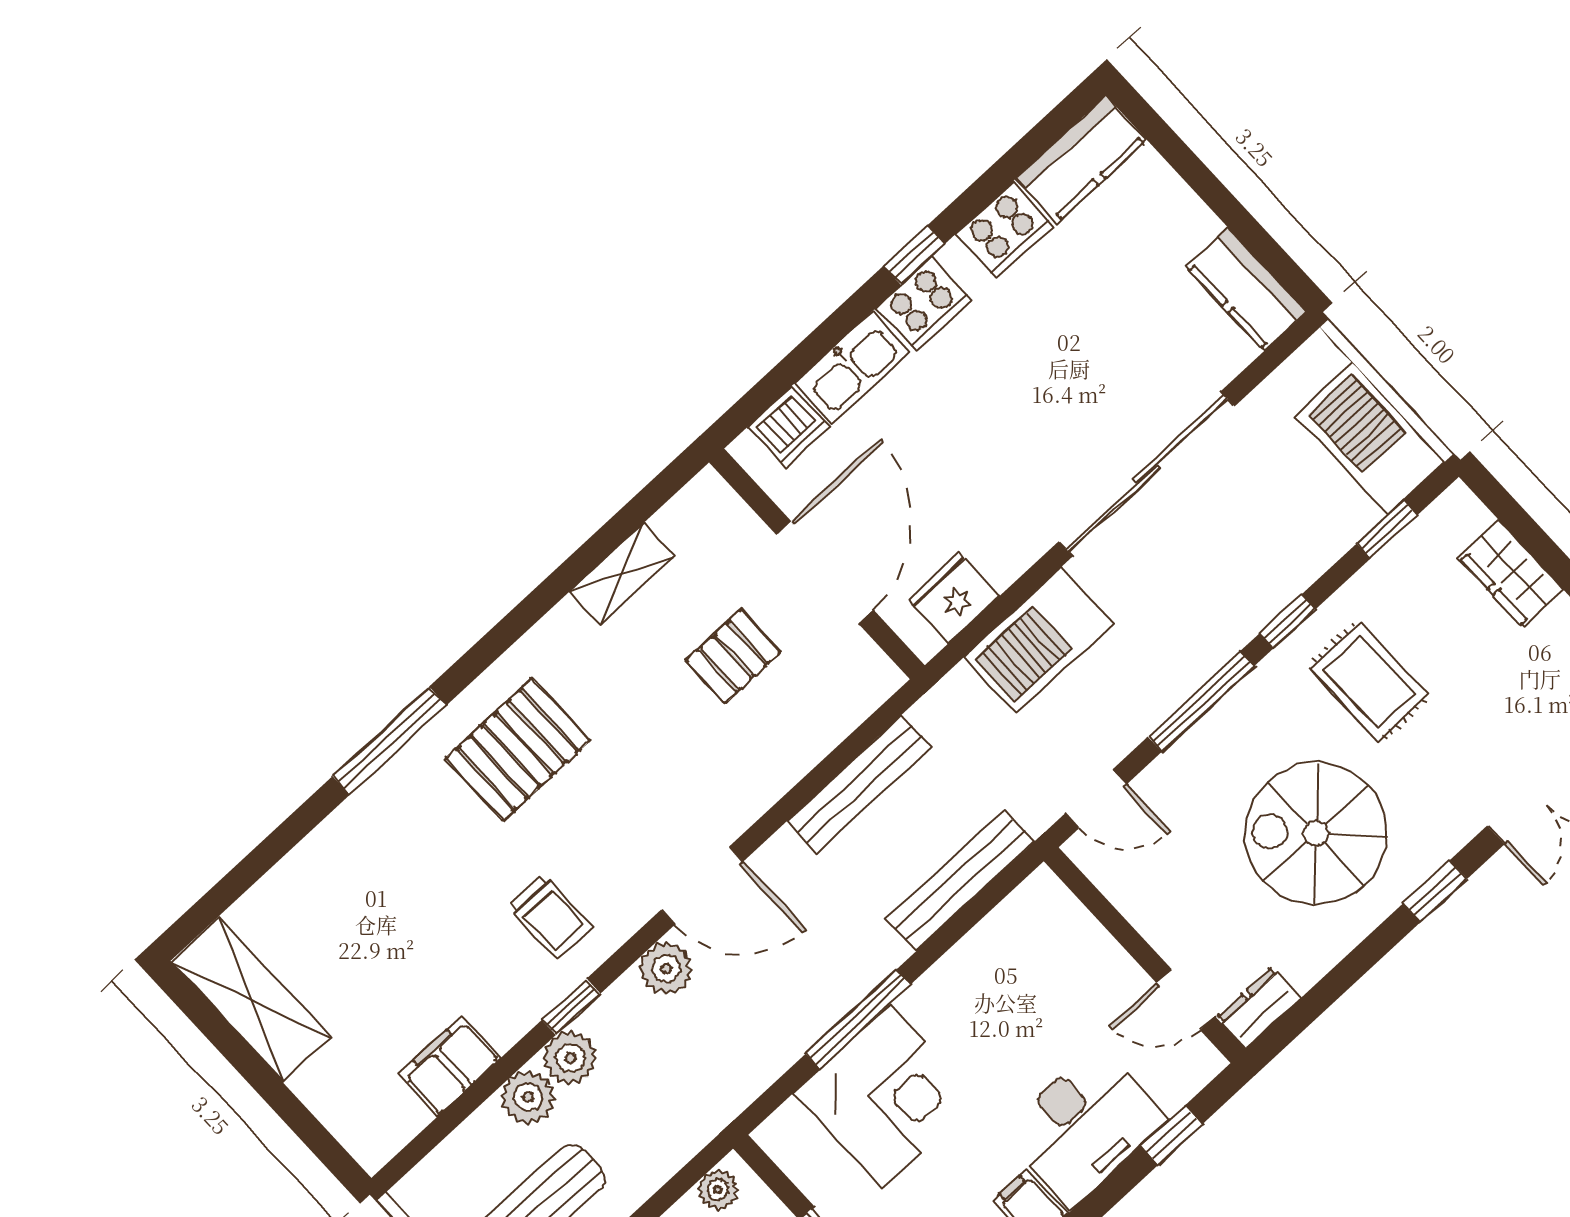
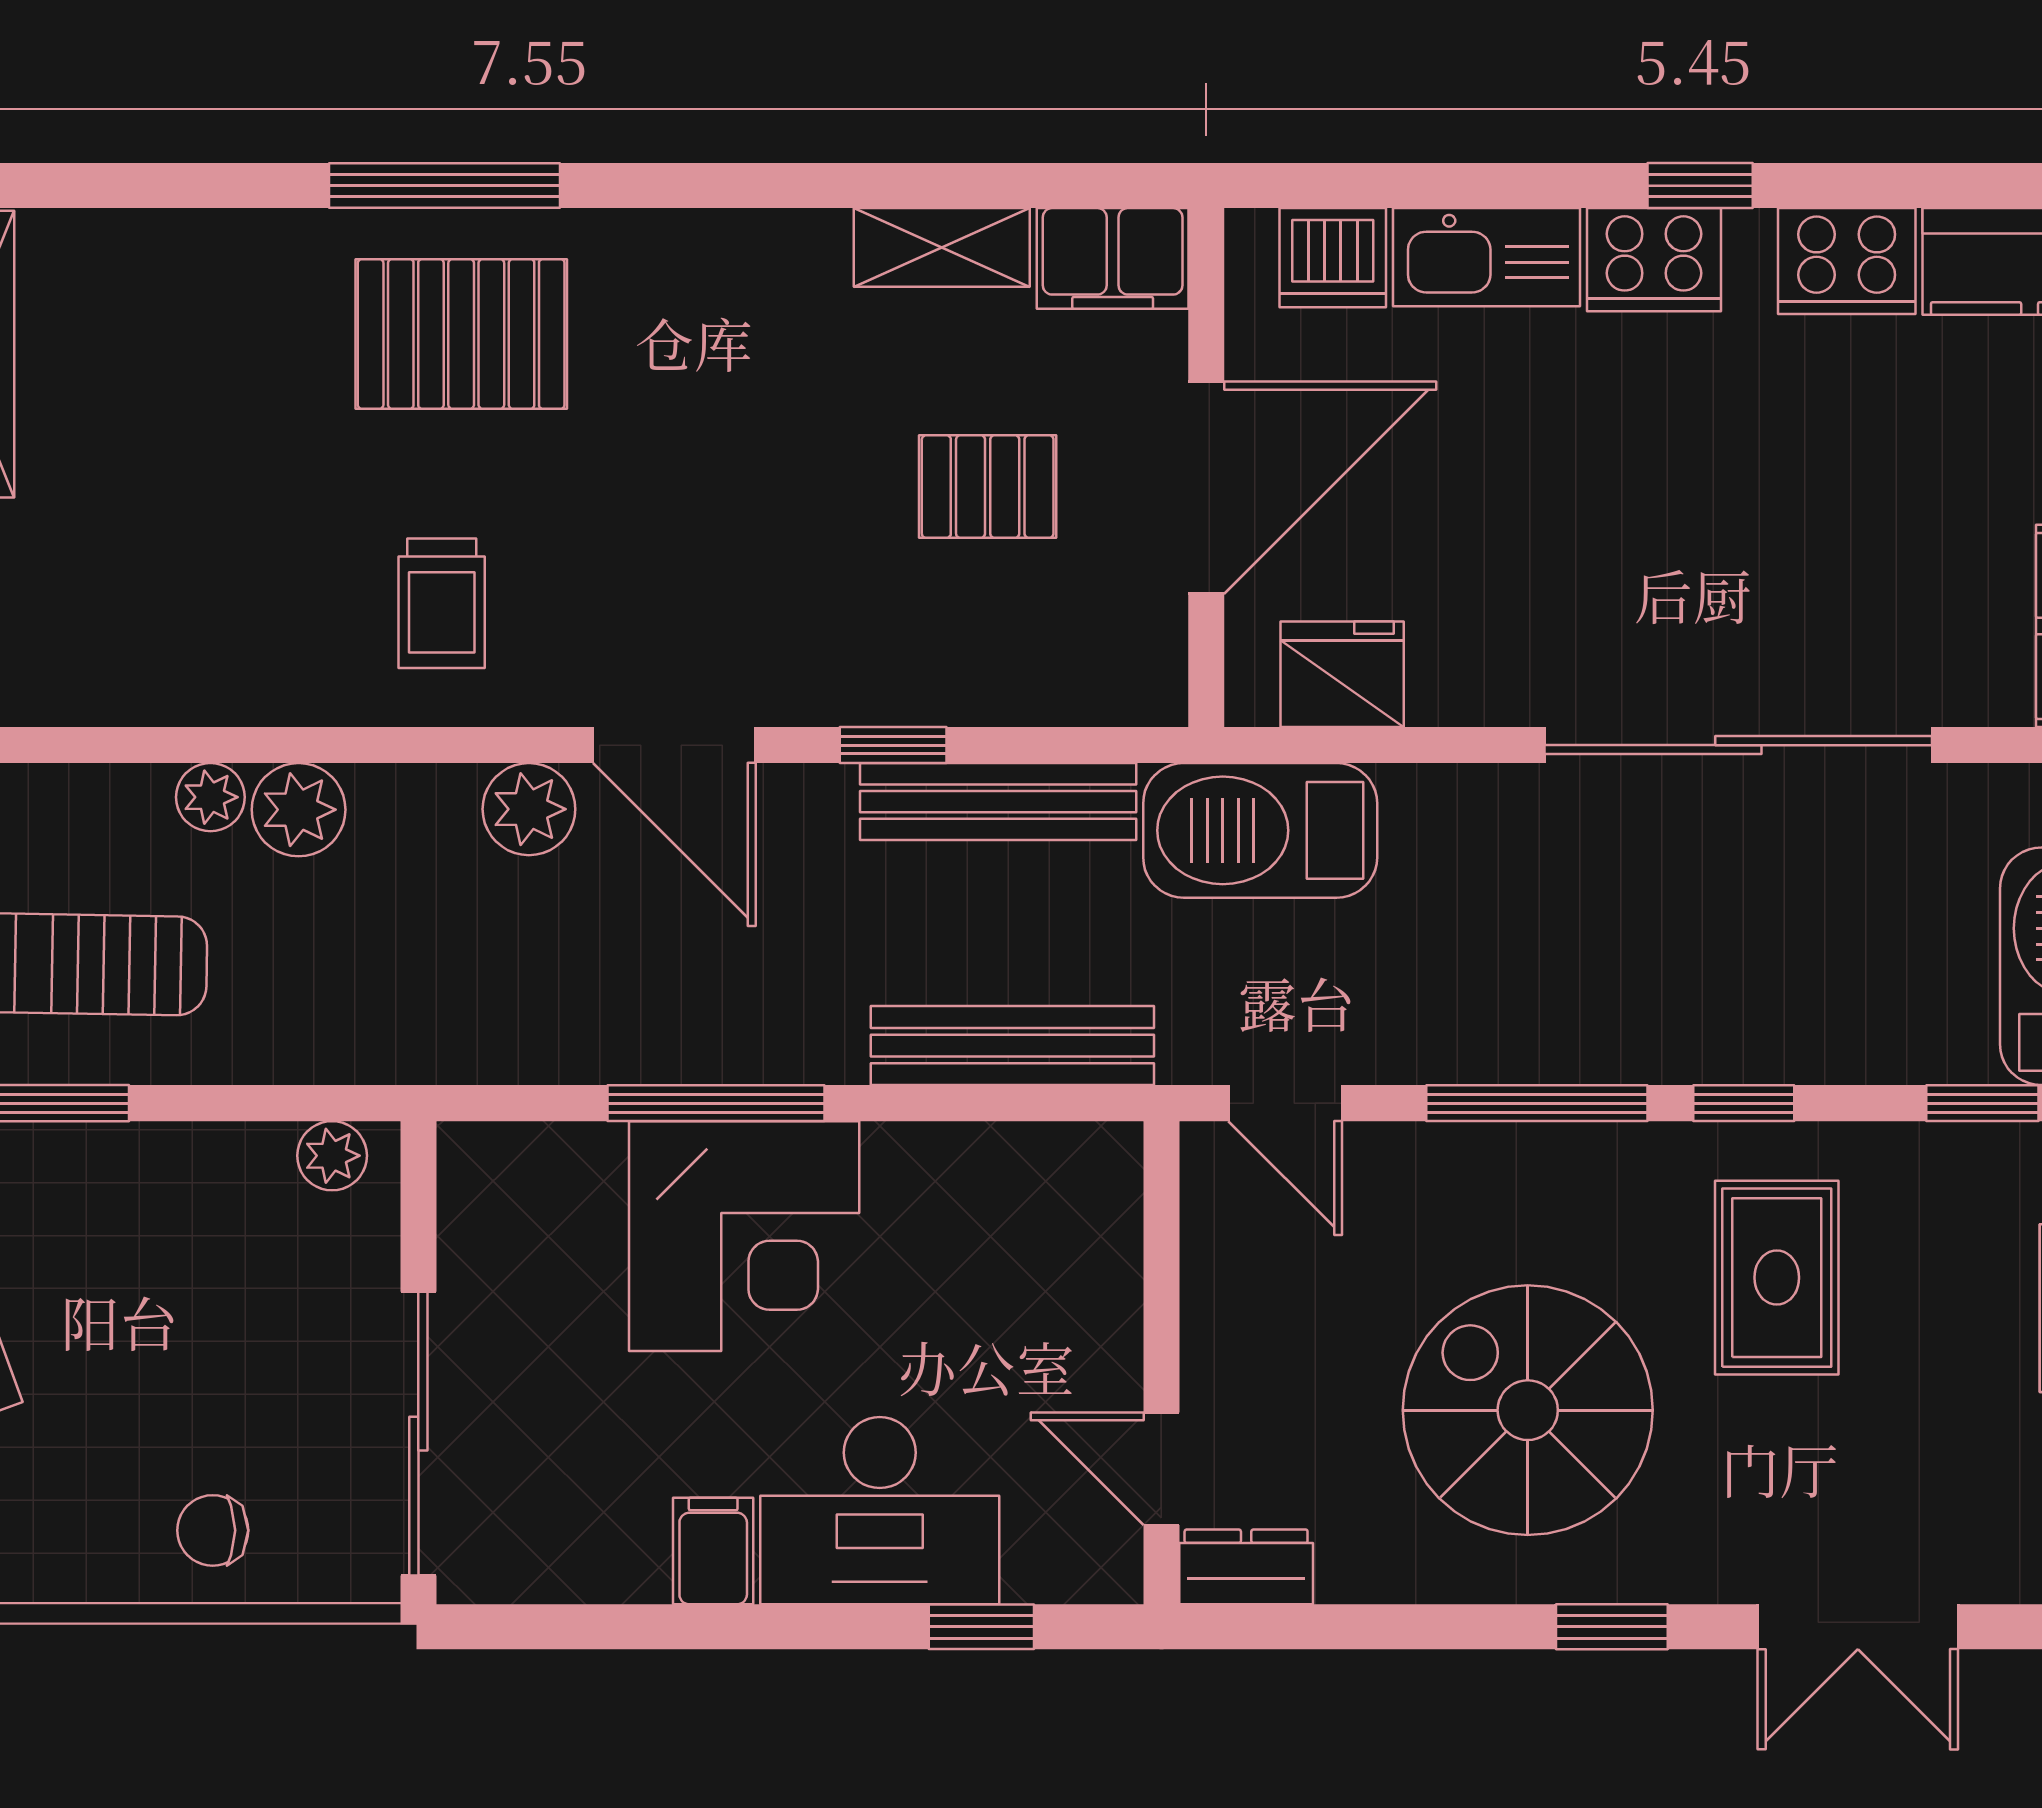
barbecue: (1038, 640) -> (1260, 830), moved
pallet: (518, 749) -> (461, 334), moved
window: (571, 1007) -> (893, 745), moved
filing cabinet: (450, 1066) -> (1113, 258), moved, turned 180
corner desk: (886, 1096) -> (744, 1236), moved
plant: (528, 1097) -> (210, 797), width x0.73, depth x0.73

